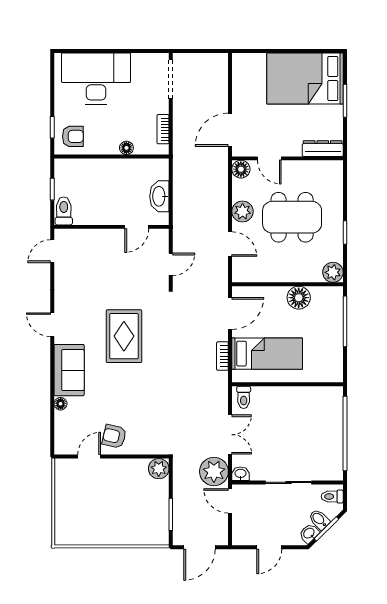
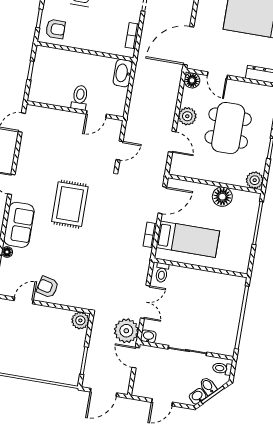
door: (230, 130) -> (188, 46), width x1.36
floor lamp: (126, 148) -> (99, 46), removed
washbasin: (159, 196) -> (123, 73), moved
toilet: (64, 211) -> (80, 98), moved
dining table: (292, 217) -> (228, 128), turned 90

